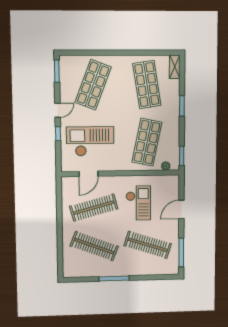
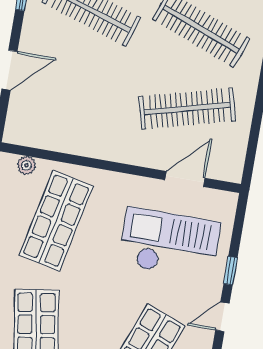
checkout: (90, 141) -> (170, 243), turned 180
checkout: (138, 203) -> (95, 100), removed

